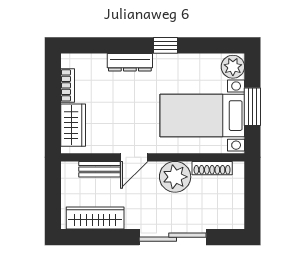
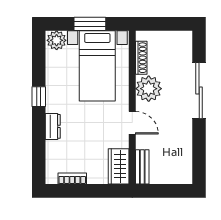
dresser: (130, 62) -> (53, 126), width x0.70
wardrobe: (73, 125) -> (119, 166), moved, turned -90
bench: (100, 169) -> (142, 167), moved
wardrobe: (95, 218) -> (183, 155), removed

